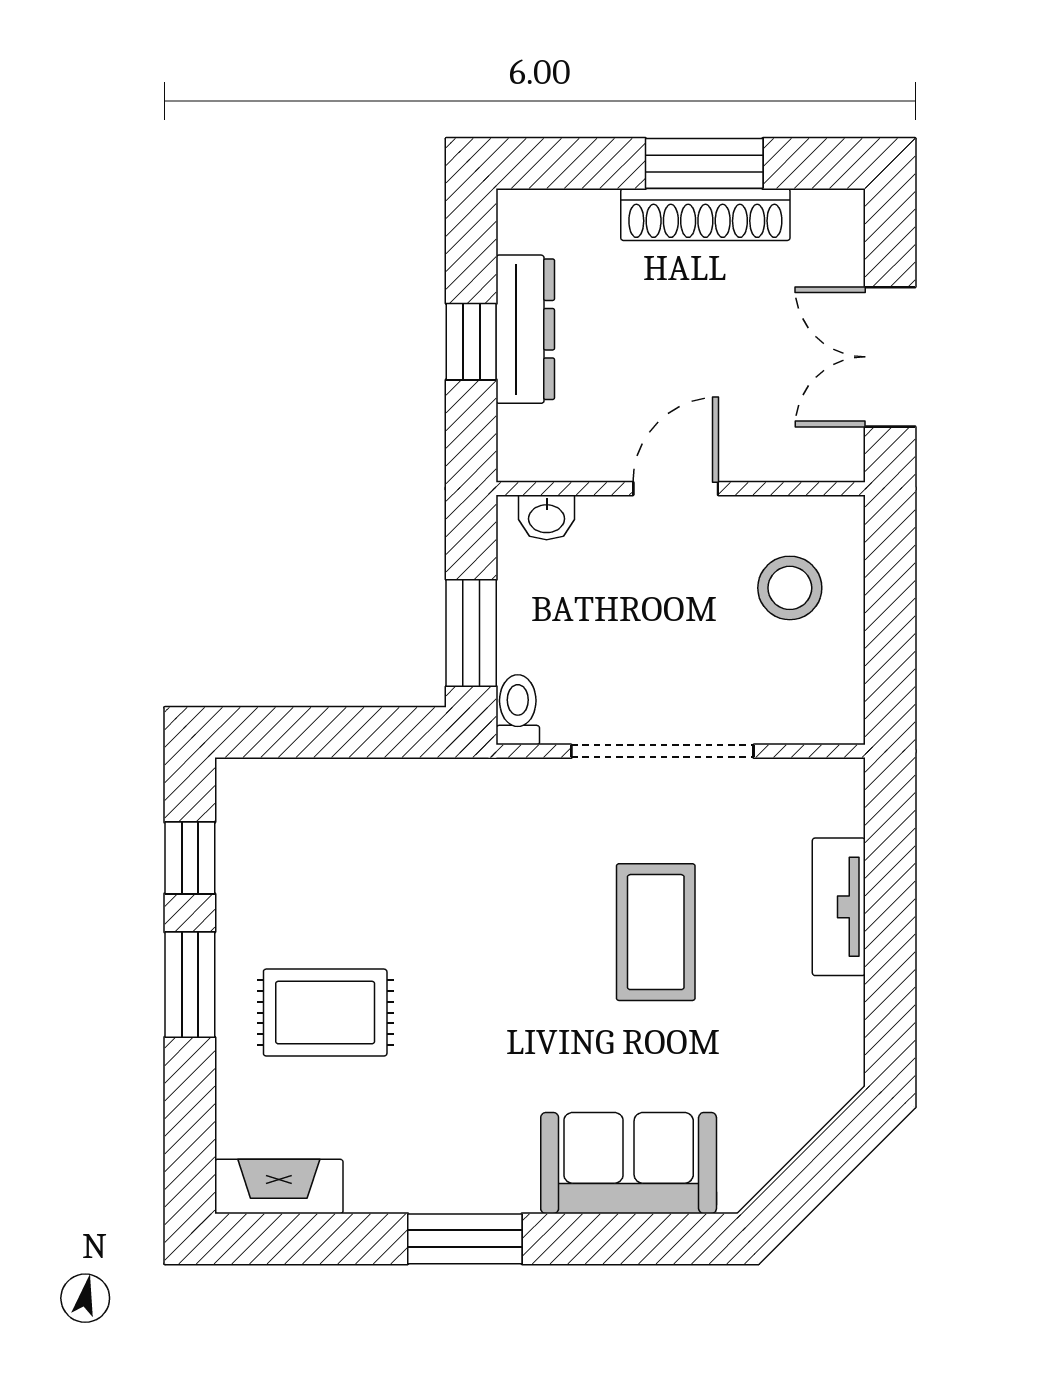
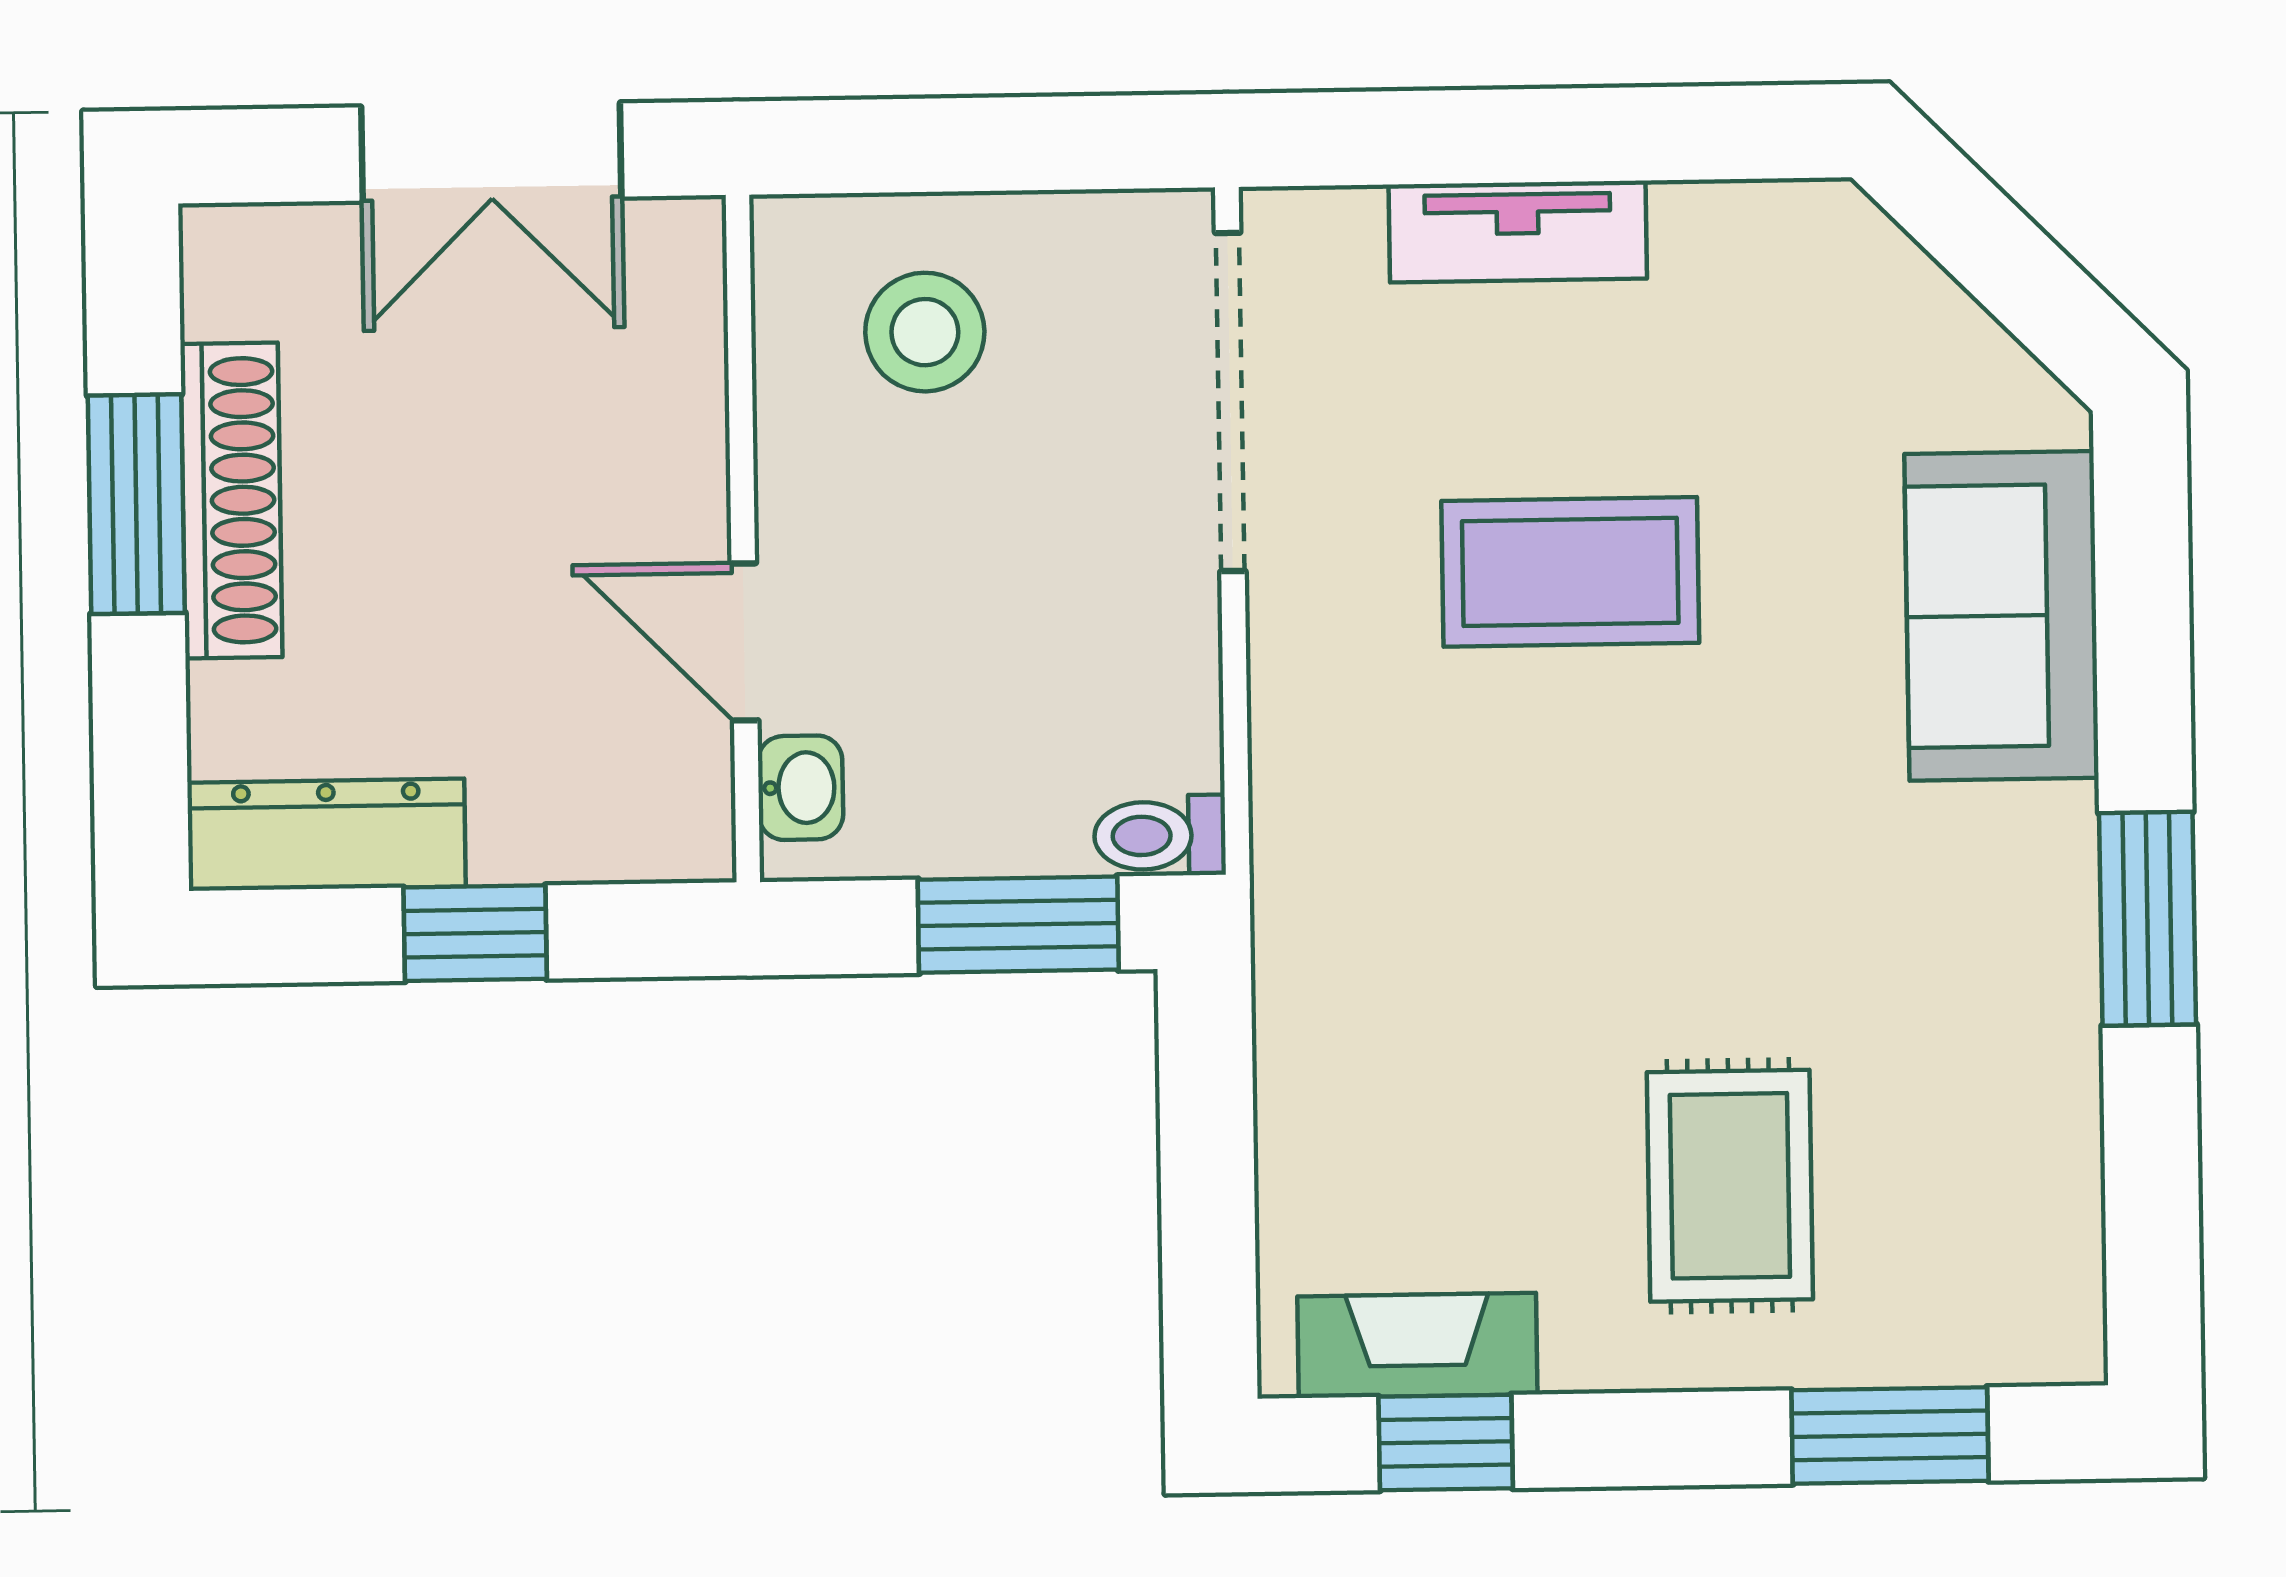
dresser: (525, 329) -> (326, 835), moved
door: (676, 489) -> (744, 642), moved
doorway: (662, 751) -> (1230, 402), moved
window: (190, 985) -> (1890, 1435), moved
fireplace: (279, 1186) -> (1417, 1345), moved, turned 90

